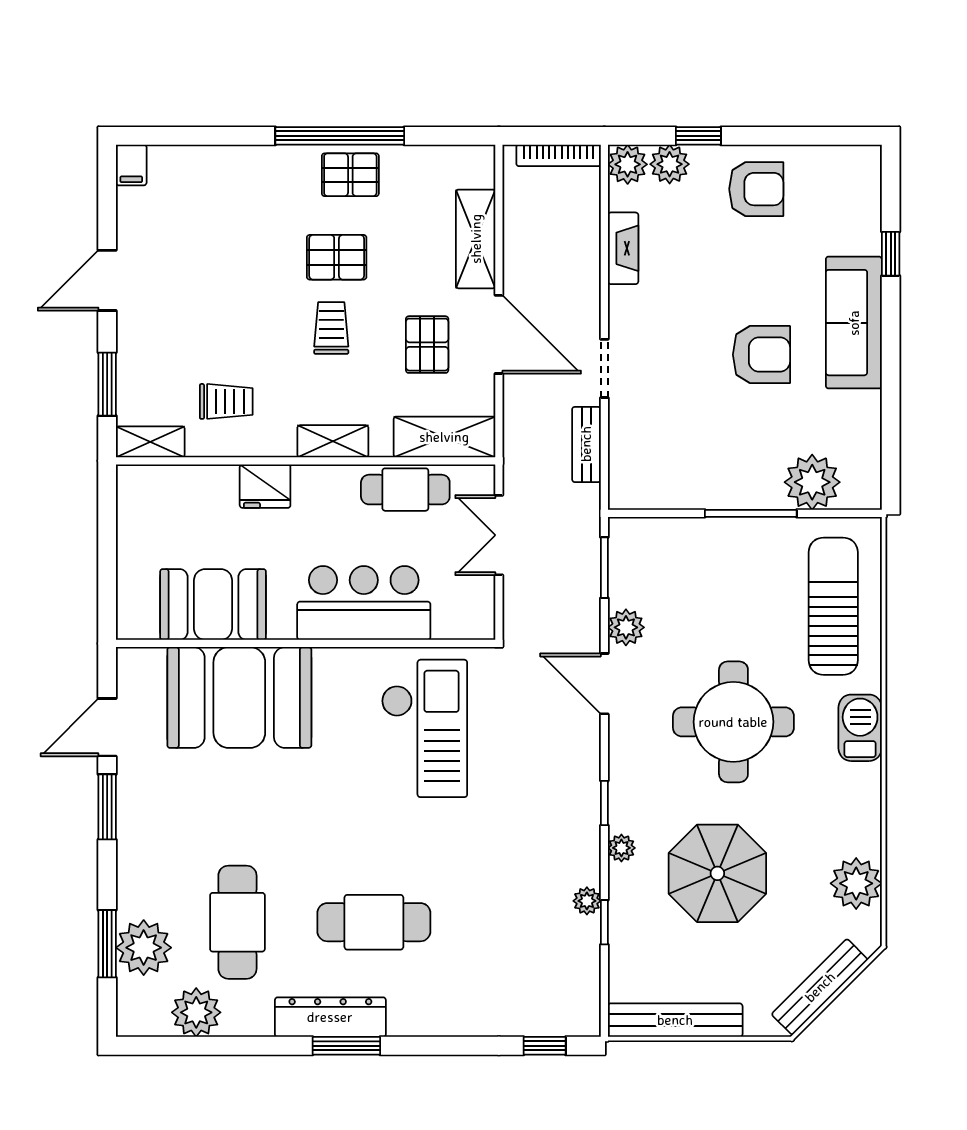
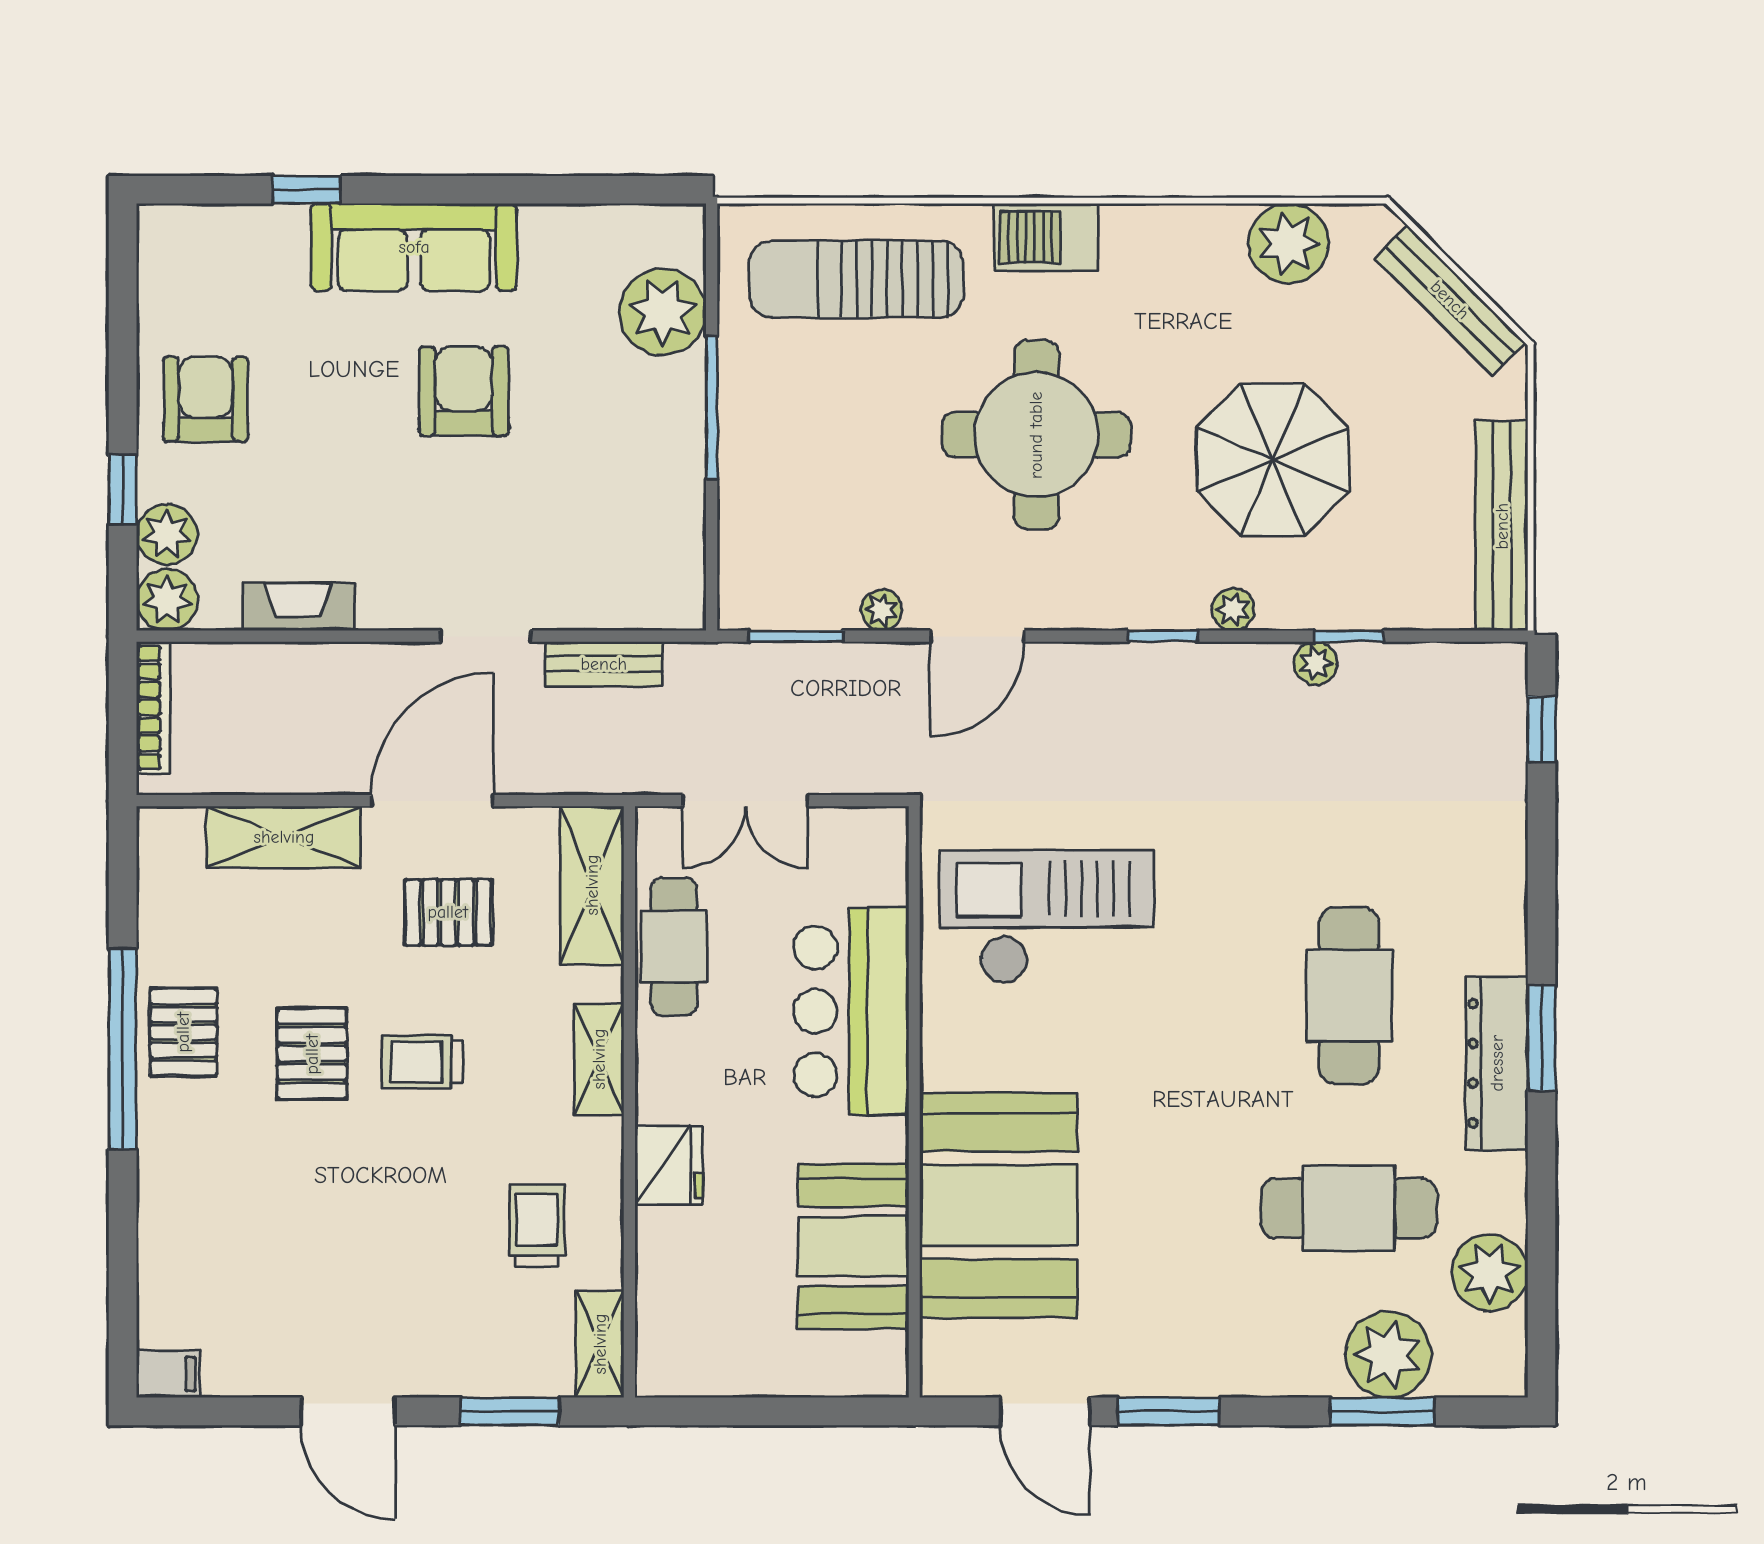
plant: (626, 627) -> (881, 610), width x0.73, depth x0.73

